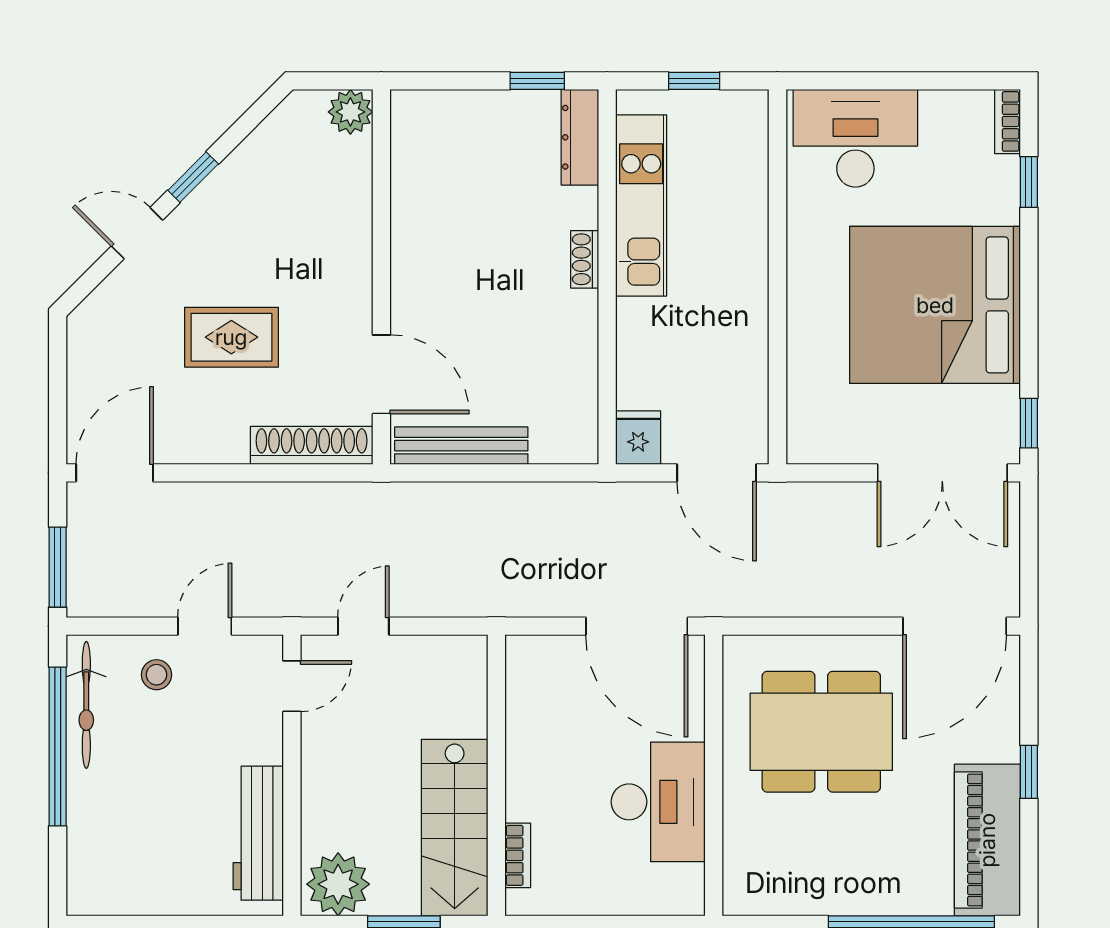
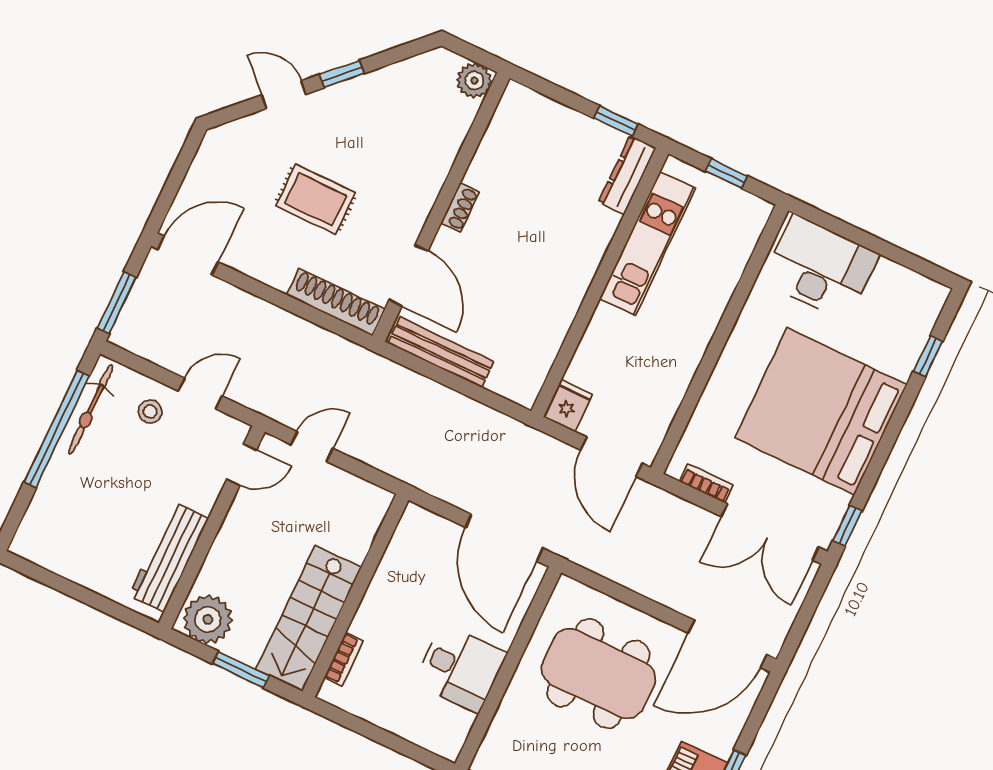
bookcase: (1007, 121) -> (706, 483), moved, turned 90
shoe rack: (585, 259) -> (460, 207), moved, turned 180
desk: (658, 802) -> (460, 668), width x0.73

